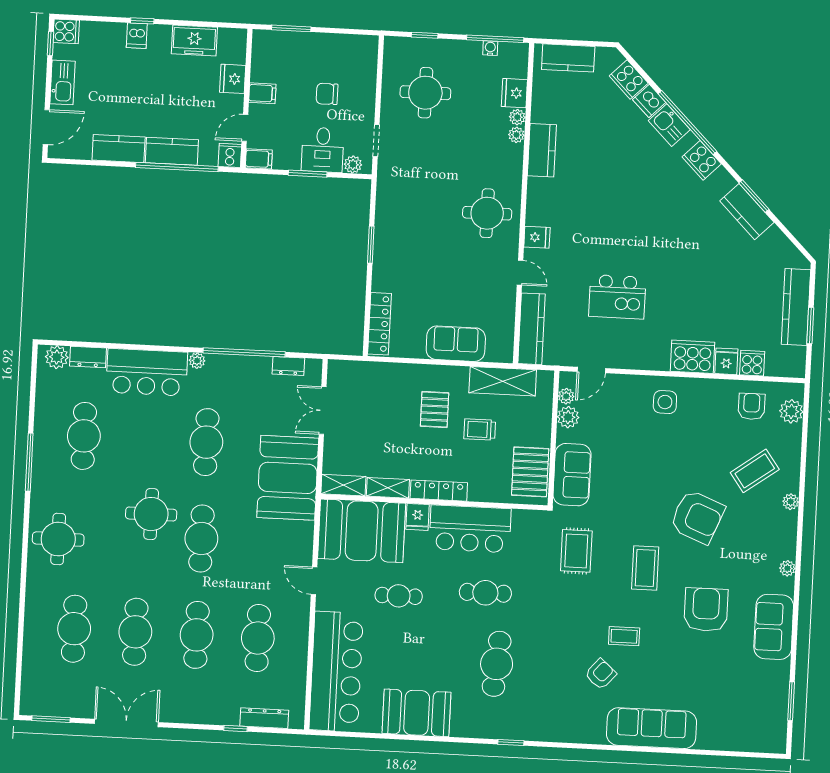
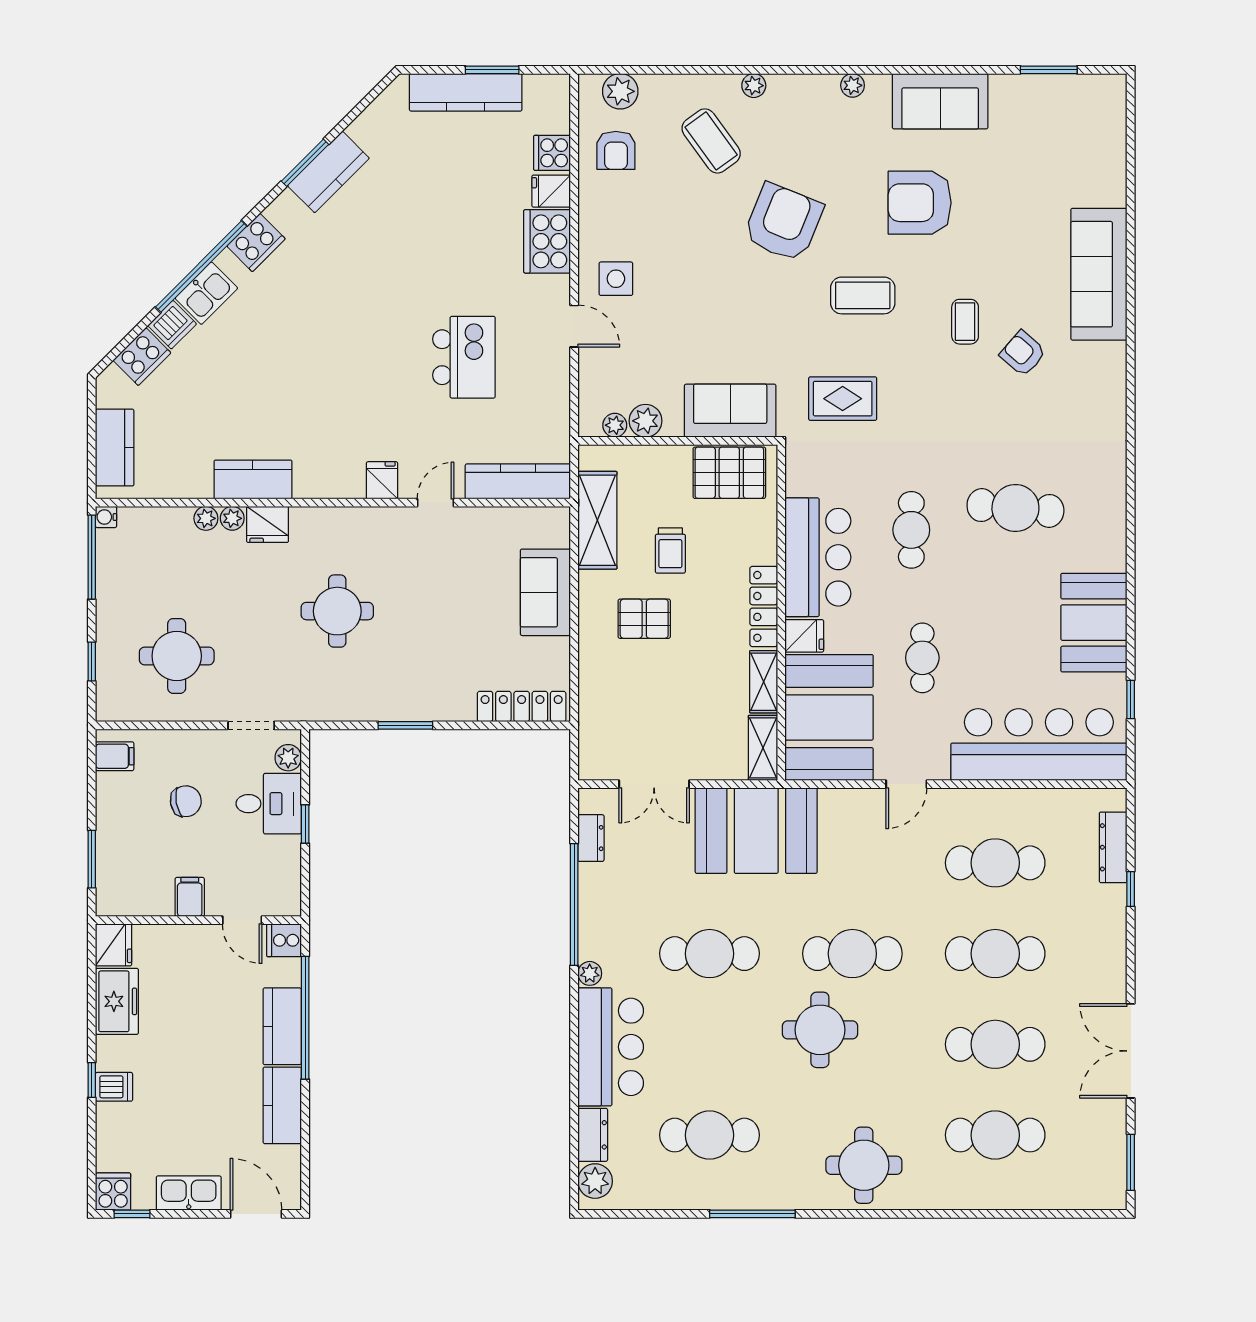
water cooler: (490, 48) -> (106, 517), moved
fridge: (233, 79) -> (114, 945), moved, turned -90
fridge: (514, 93) -> (268, 524), moved
chair: (327, 94) -> (186, 801), turned -100
filing cabinet: (259, 159) -> (115, 756), moved, turned 90
window: (308, 174) -> (305, 824), width x0.67
round table: (487, 213) -> (337, 611), moved
door: (591, 370) -> (574, 326), moved
armchair: (752, 406) -> (616, 150), turned -90
window: (511, 742) -> (1131, 699), moved

